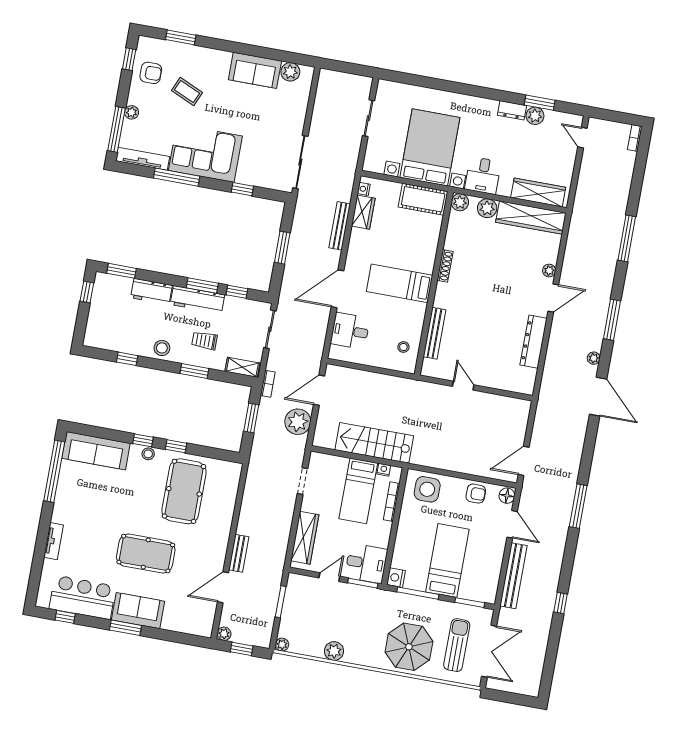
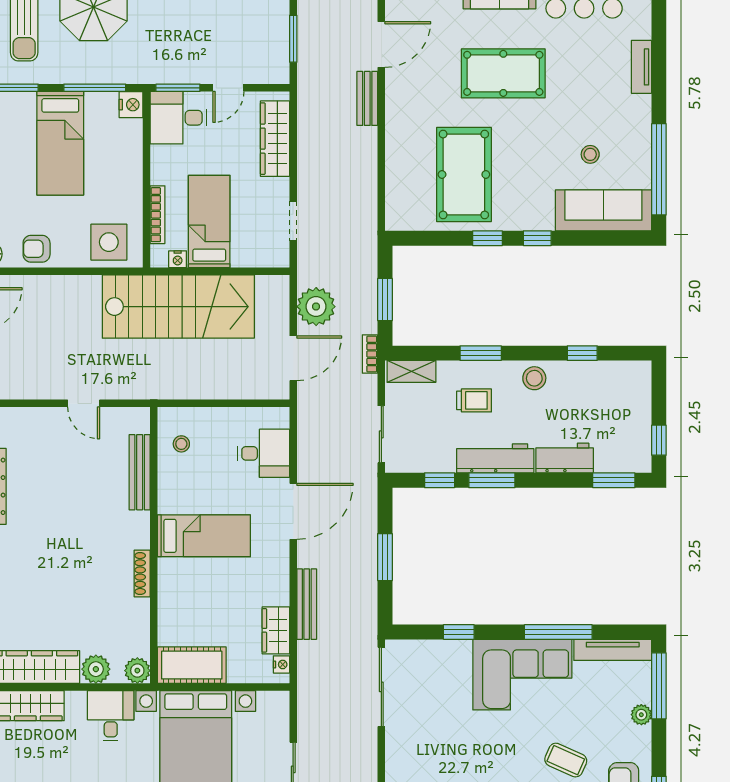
stairs: (374, 443) -> (178, 307), width x1.36, depth x1.51
stool: (148, 454) -> (590, 154), moved

